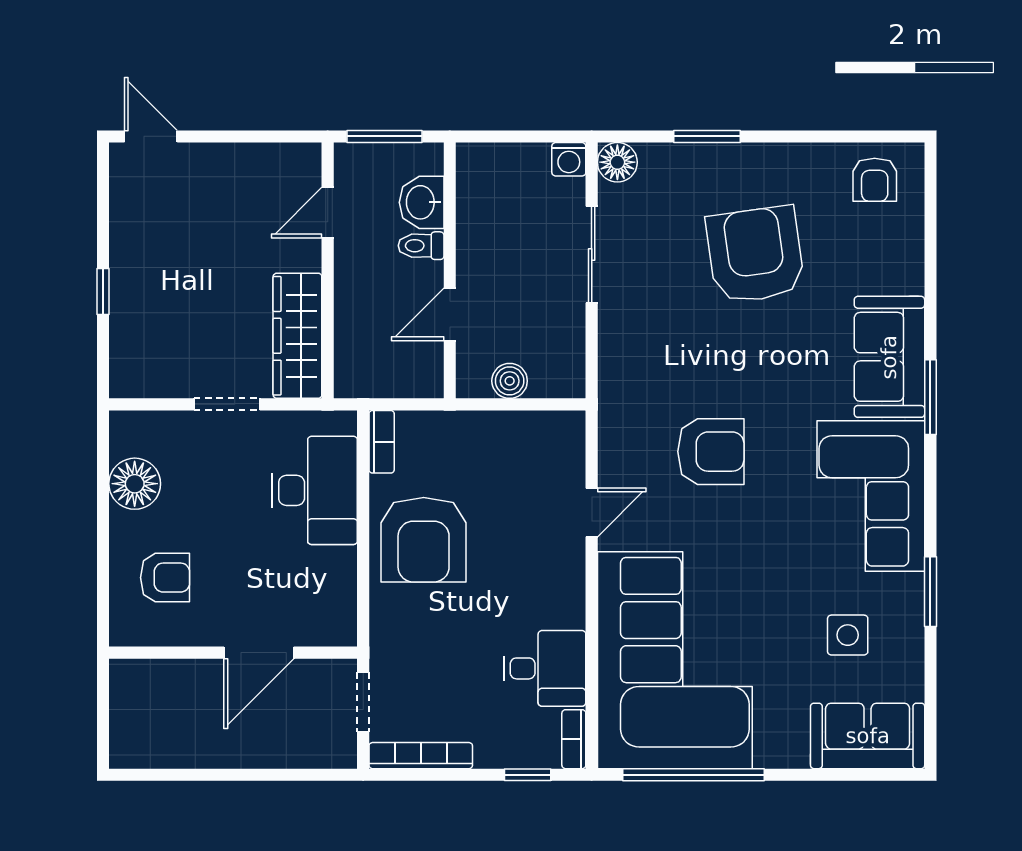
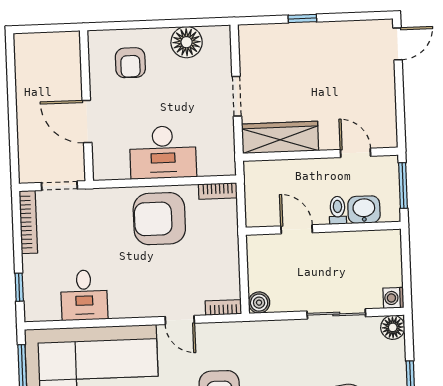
boiler: (510, 381) -> (259, 303), moved
desk: (315, 490) -> (163, 152), moved
bookcase: (574, 739) -> (223, 307), moved

